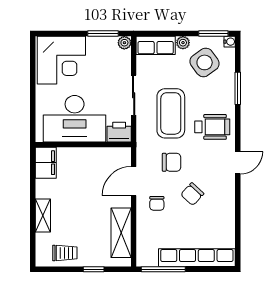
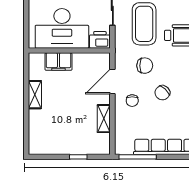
filing cabinet: (46, 163) -> (58, 62), moved, turned 90
shelving: (43, 216) -> (35, 95), moved
shelving: (121, 233) -> (104, 119), width x0.67, depth x0.75
trolley: (65, 253) -> (54, 143), removed

